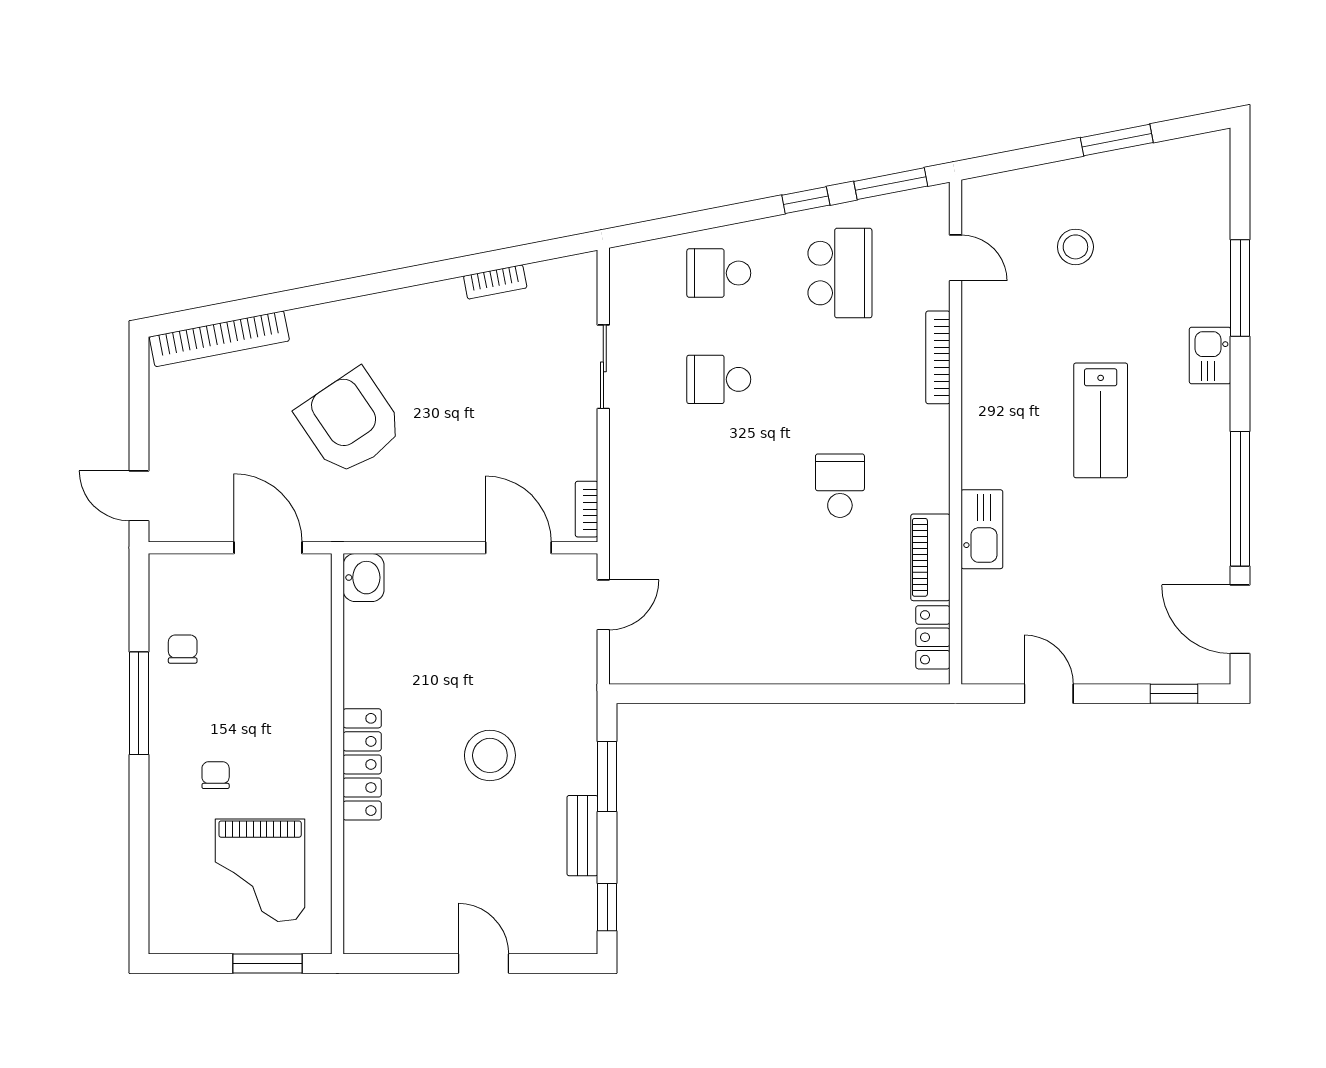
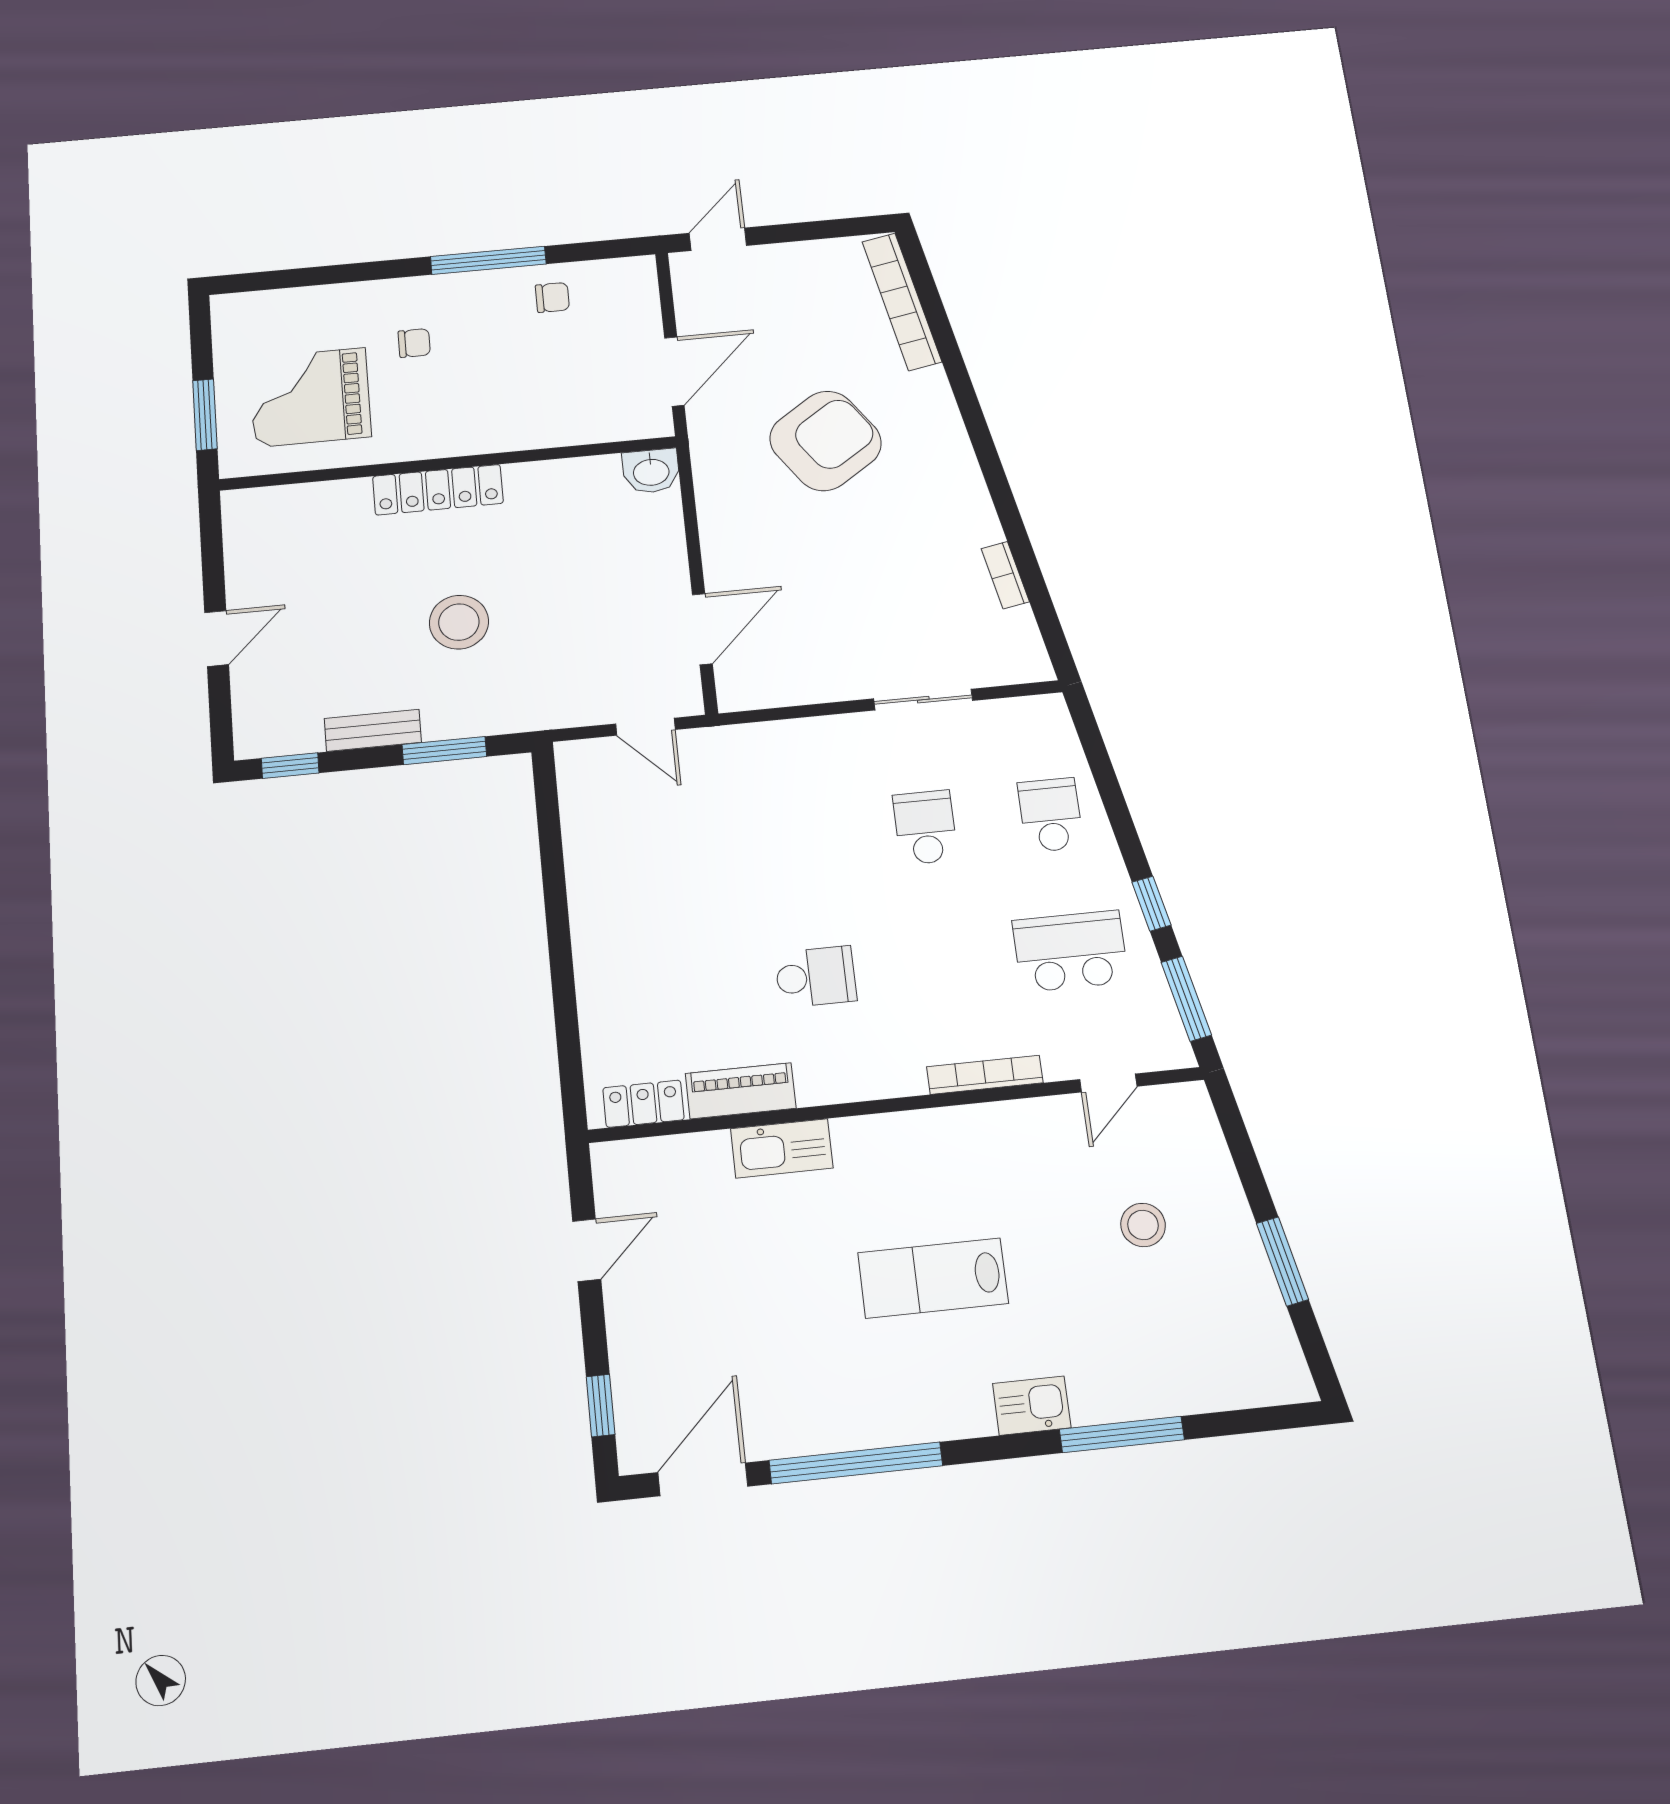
school desk: (840, 273) -> (1070, 951), turned 180
bookcase: (587, 509) -> (755, 698), removed

